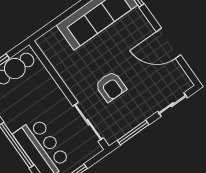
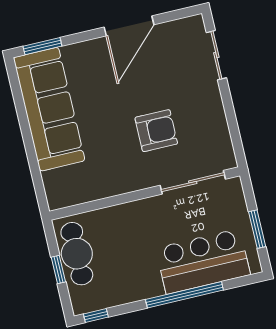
window: (133, 132) -> (233, 125), removed

